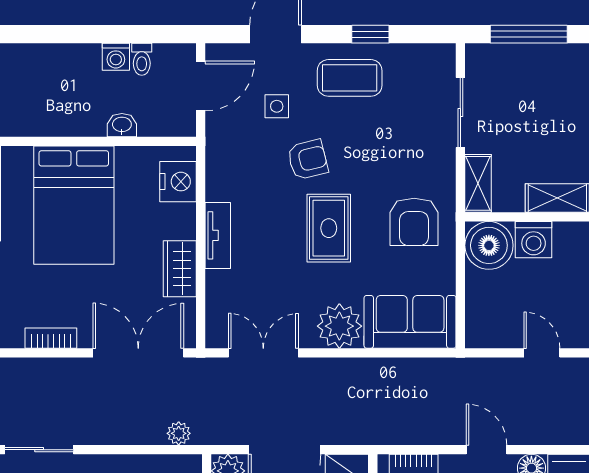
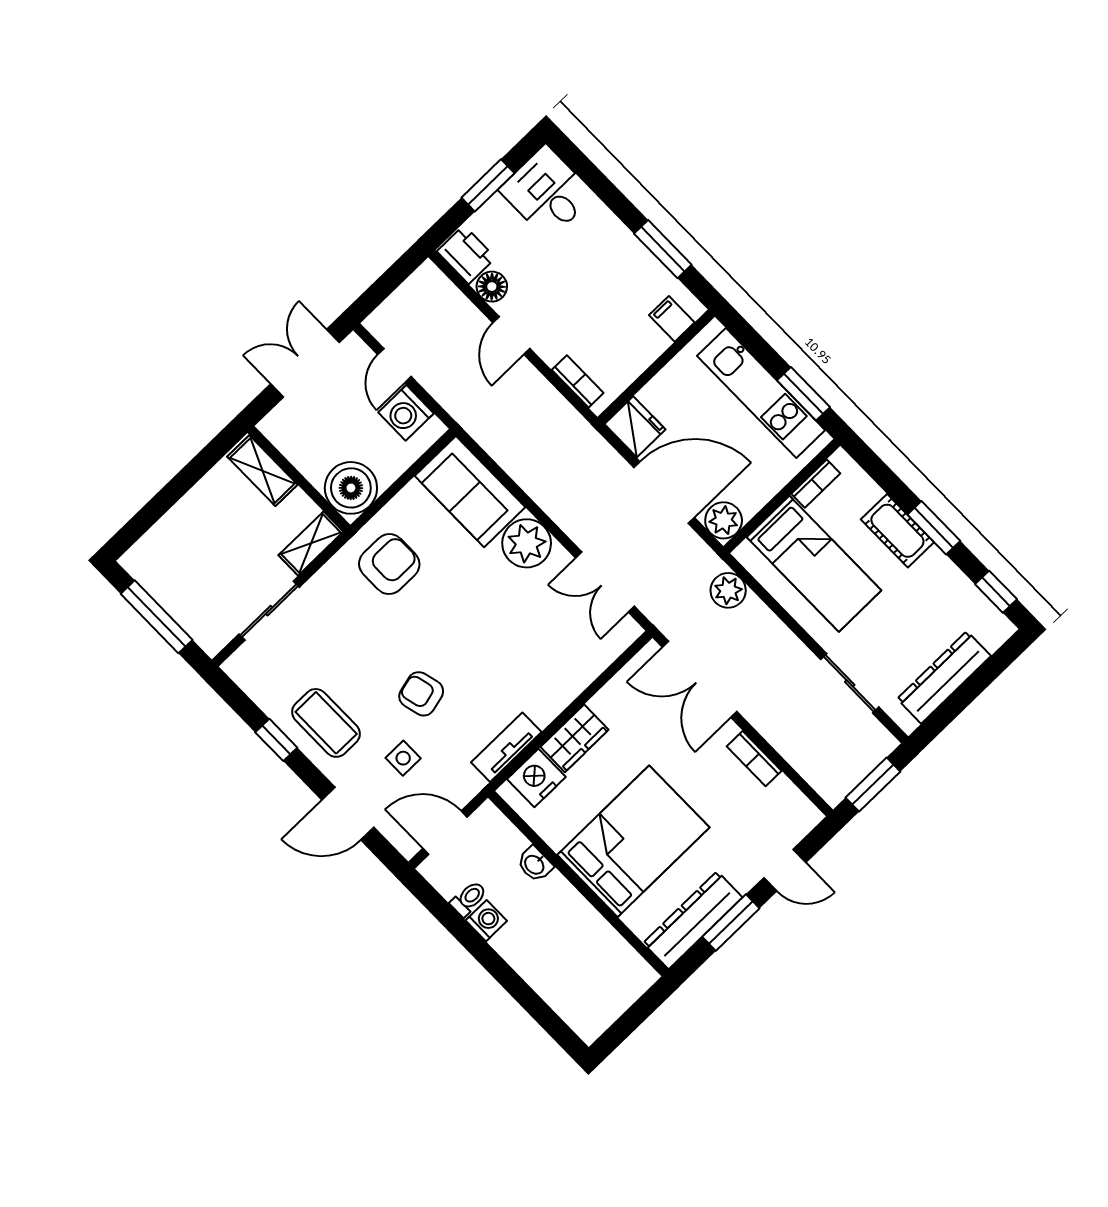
rug: (329, 228) -> (459, 626), removed
tv unit: (218, 235) -> (506, 747), moved
washing machine: (534, 240) -> (406, 413), moved, turned 180
wardrobe: (180, 269) -> (575, 738), moved
plant: (179, 433) -> (728, 590), width x1.38, depth x1.38

